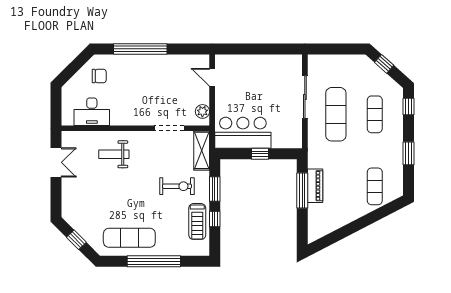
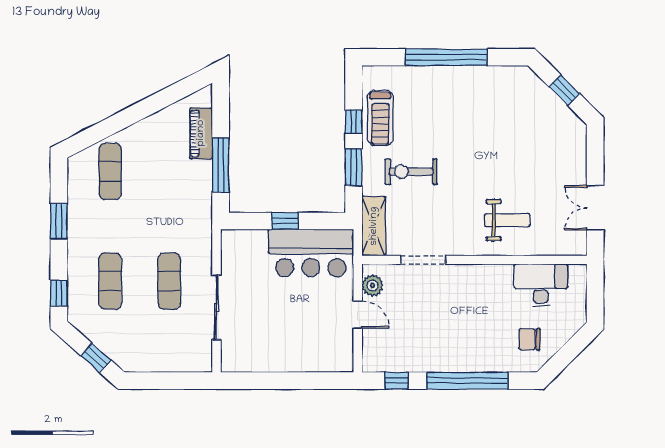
window: (187, 49) -> (396, 381), added
door: (212, 77) -> (358, 315), moved
exercise mat: (336, 114) -> (169, 281), width x0.73, depth x0.69
piano: (315, 186) -> (201, 133), moved
treadmill: (197, 222) -> (380, 118), turned 180
exercise mat: (129, 238) -> (484, 93), removed

